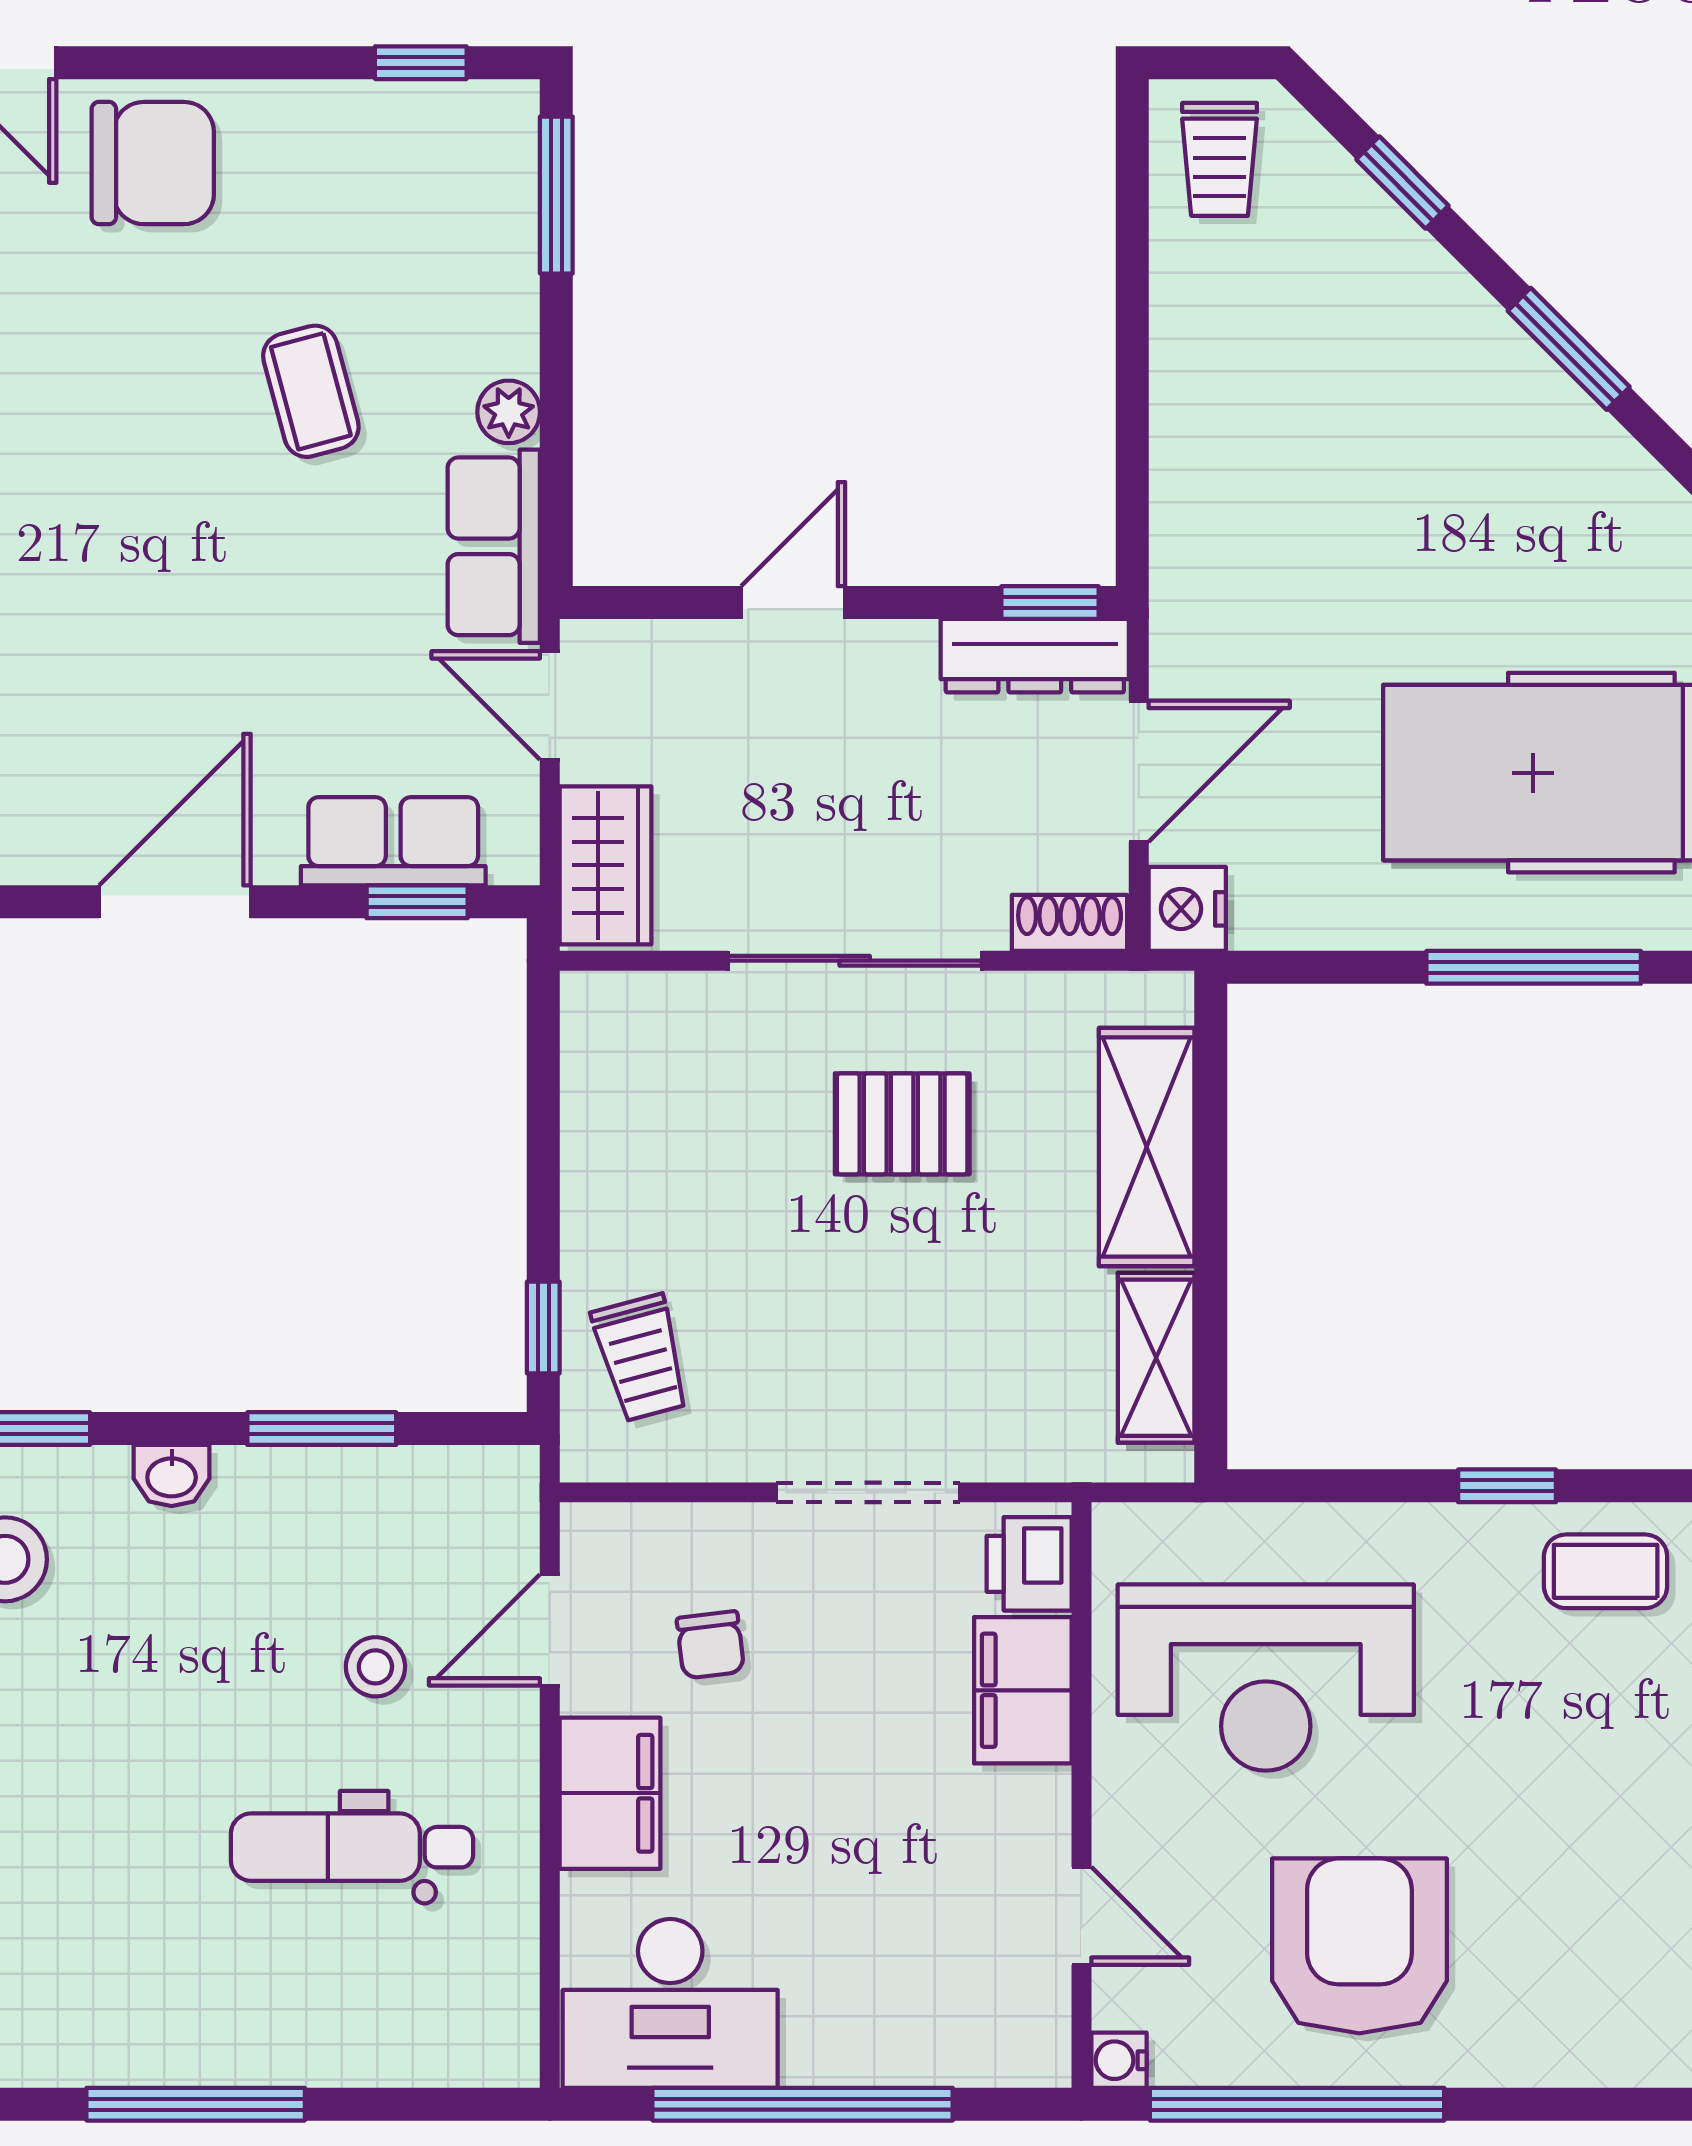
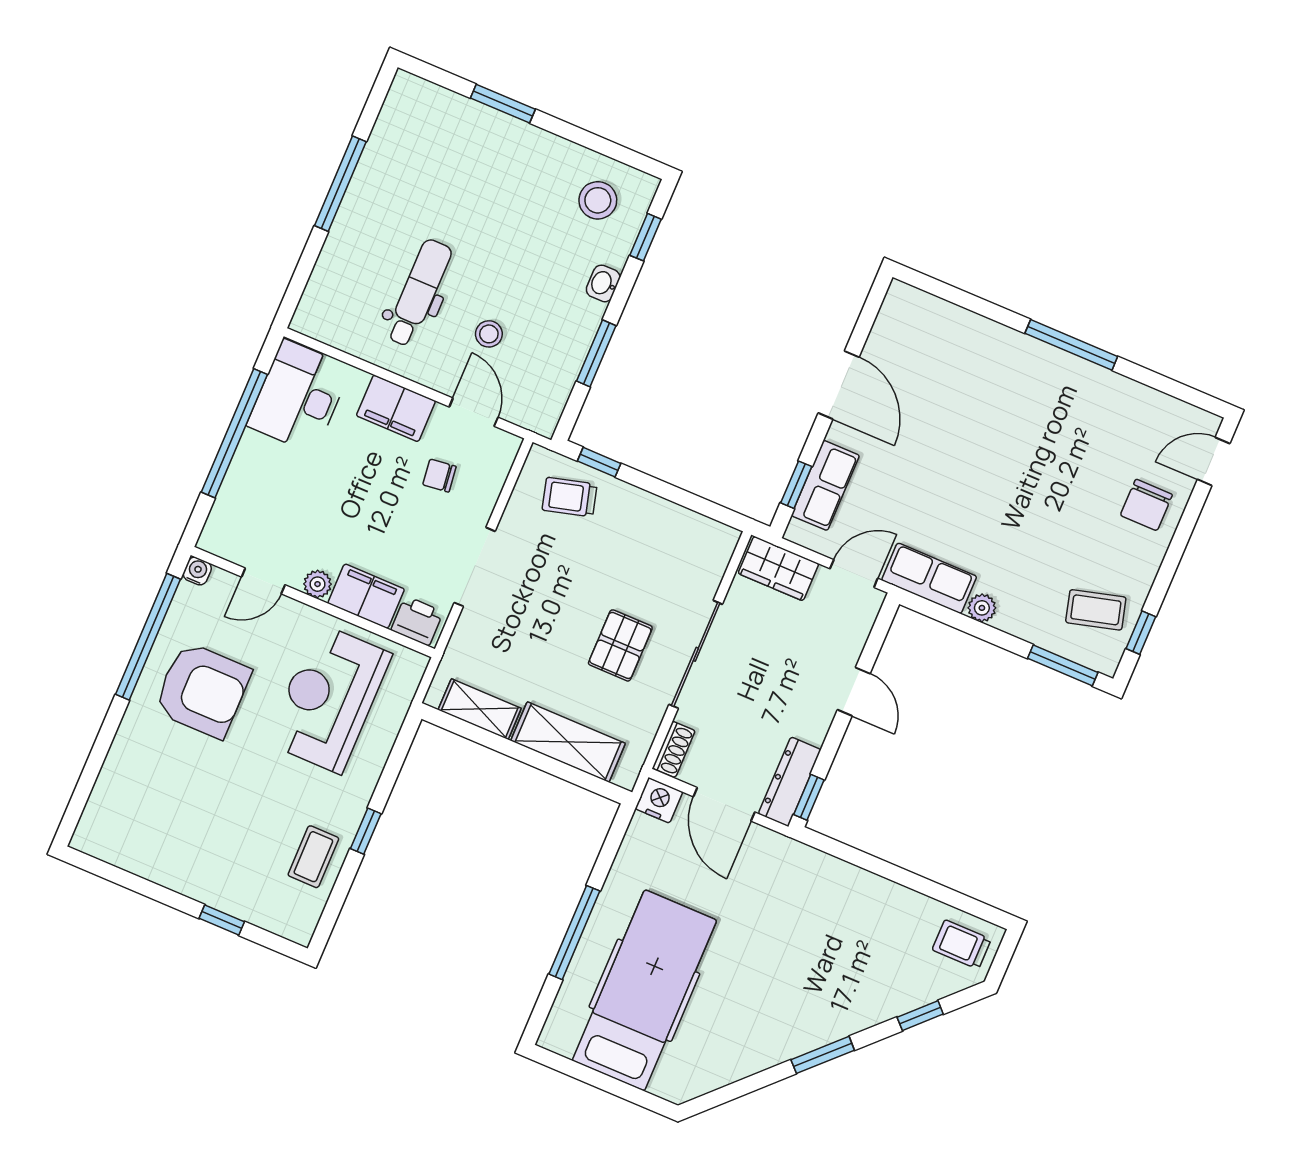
chair: (153, 163) -> (1146, 505), width x0.73, depth x0.73
coffee table: (311, 391) -> (1096, 610), moved
plant: (1041, 1801) -> (317, 584), added

